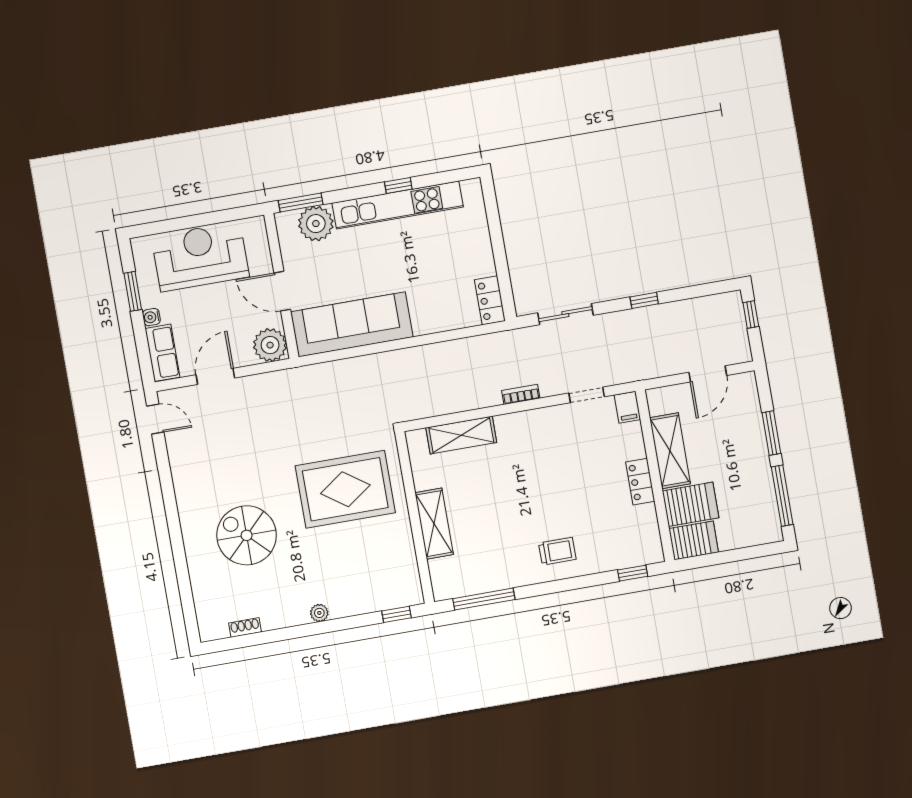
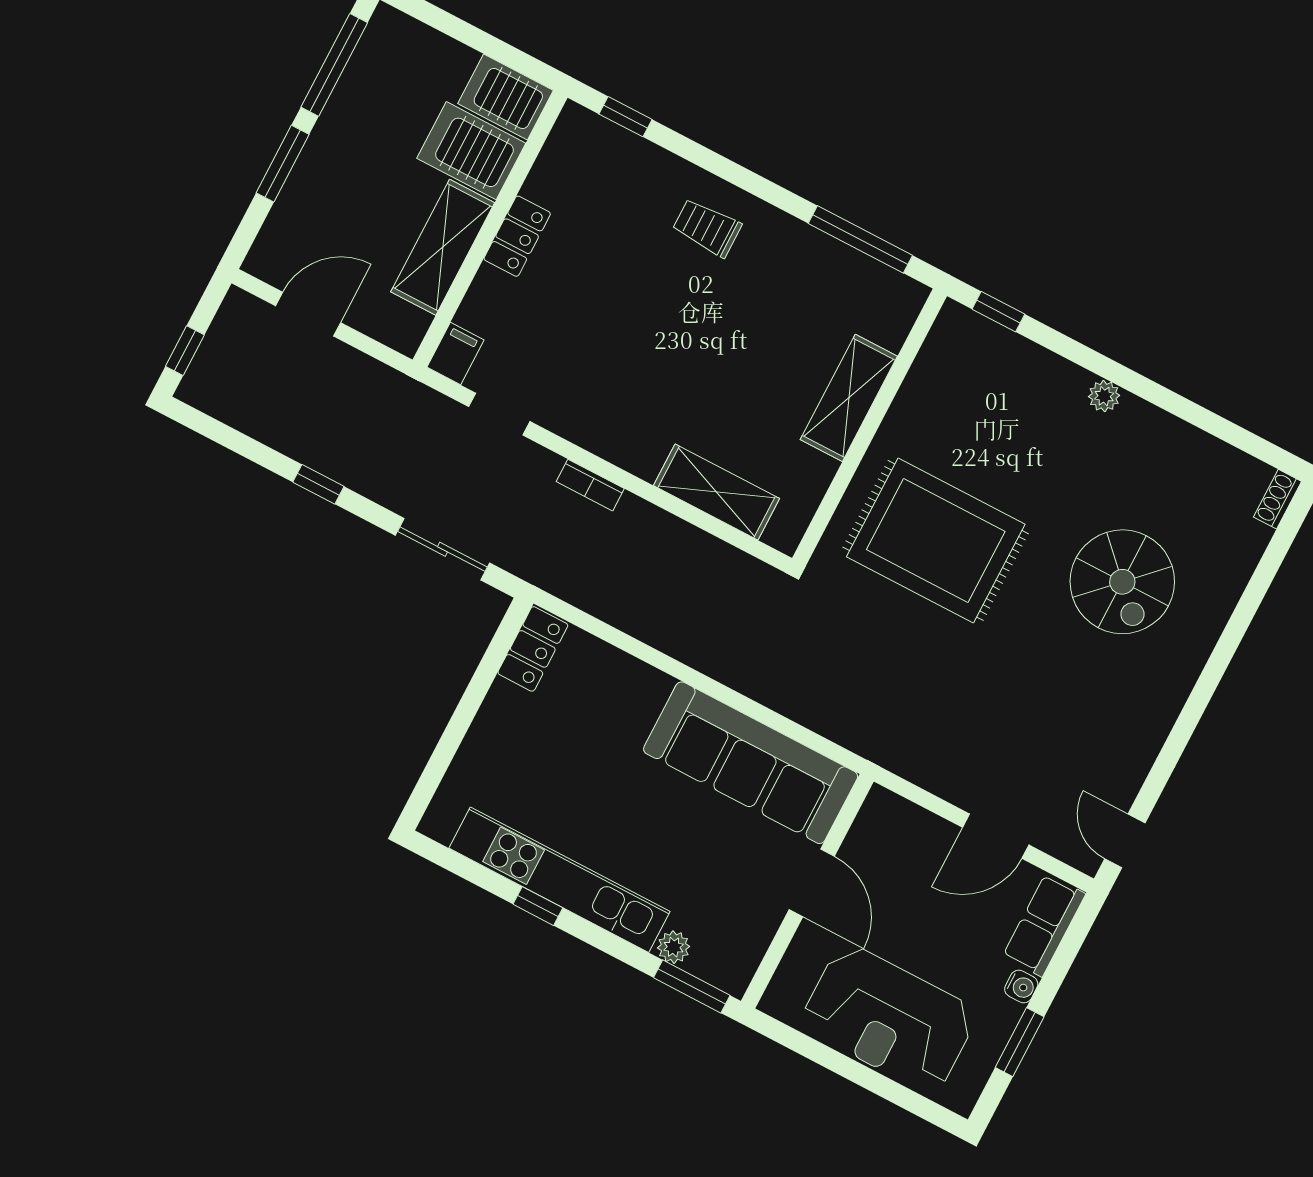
plant: (316, 224) -> (674, 947), width x0.53, depth x0.53
plant: (270, 345) -> (886, 821), removed
shoe rack: (245, 627) -> (1277, 499), moved, turned 90

